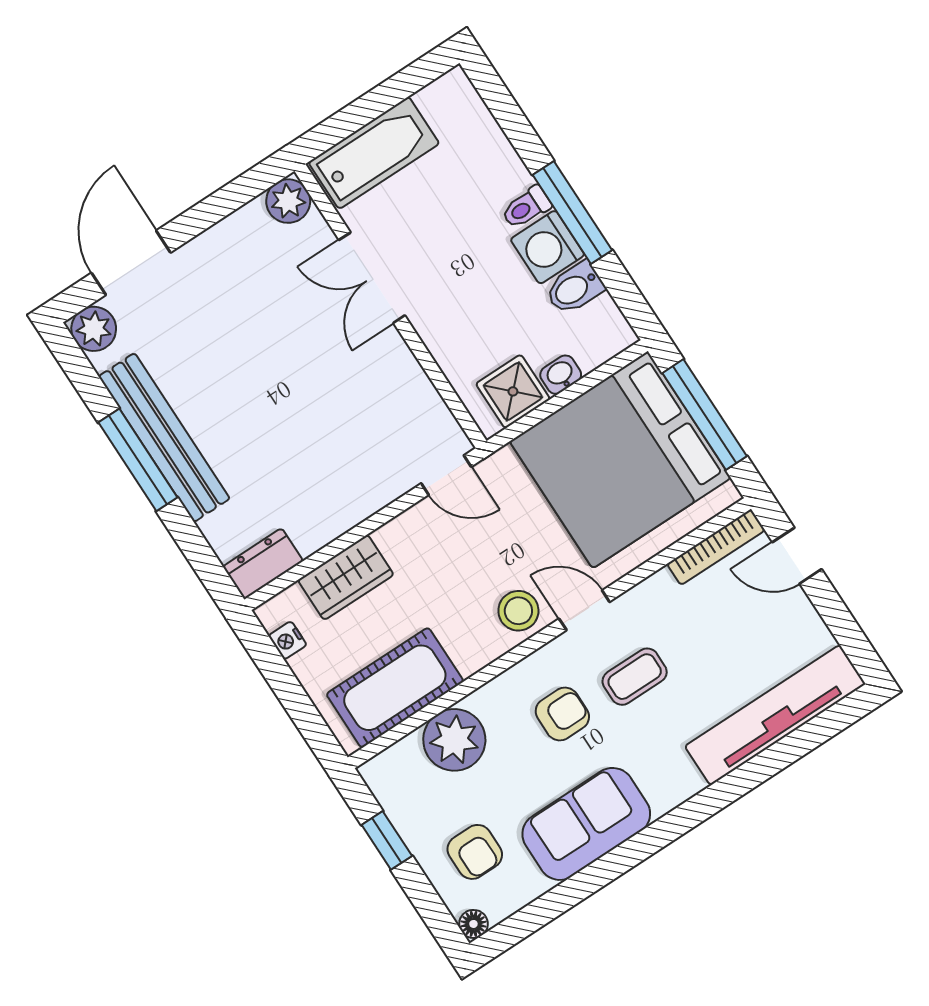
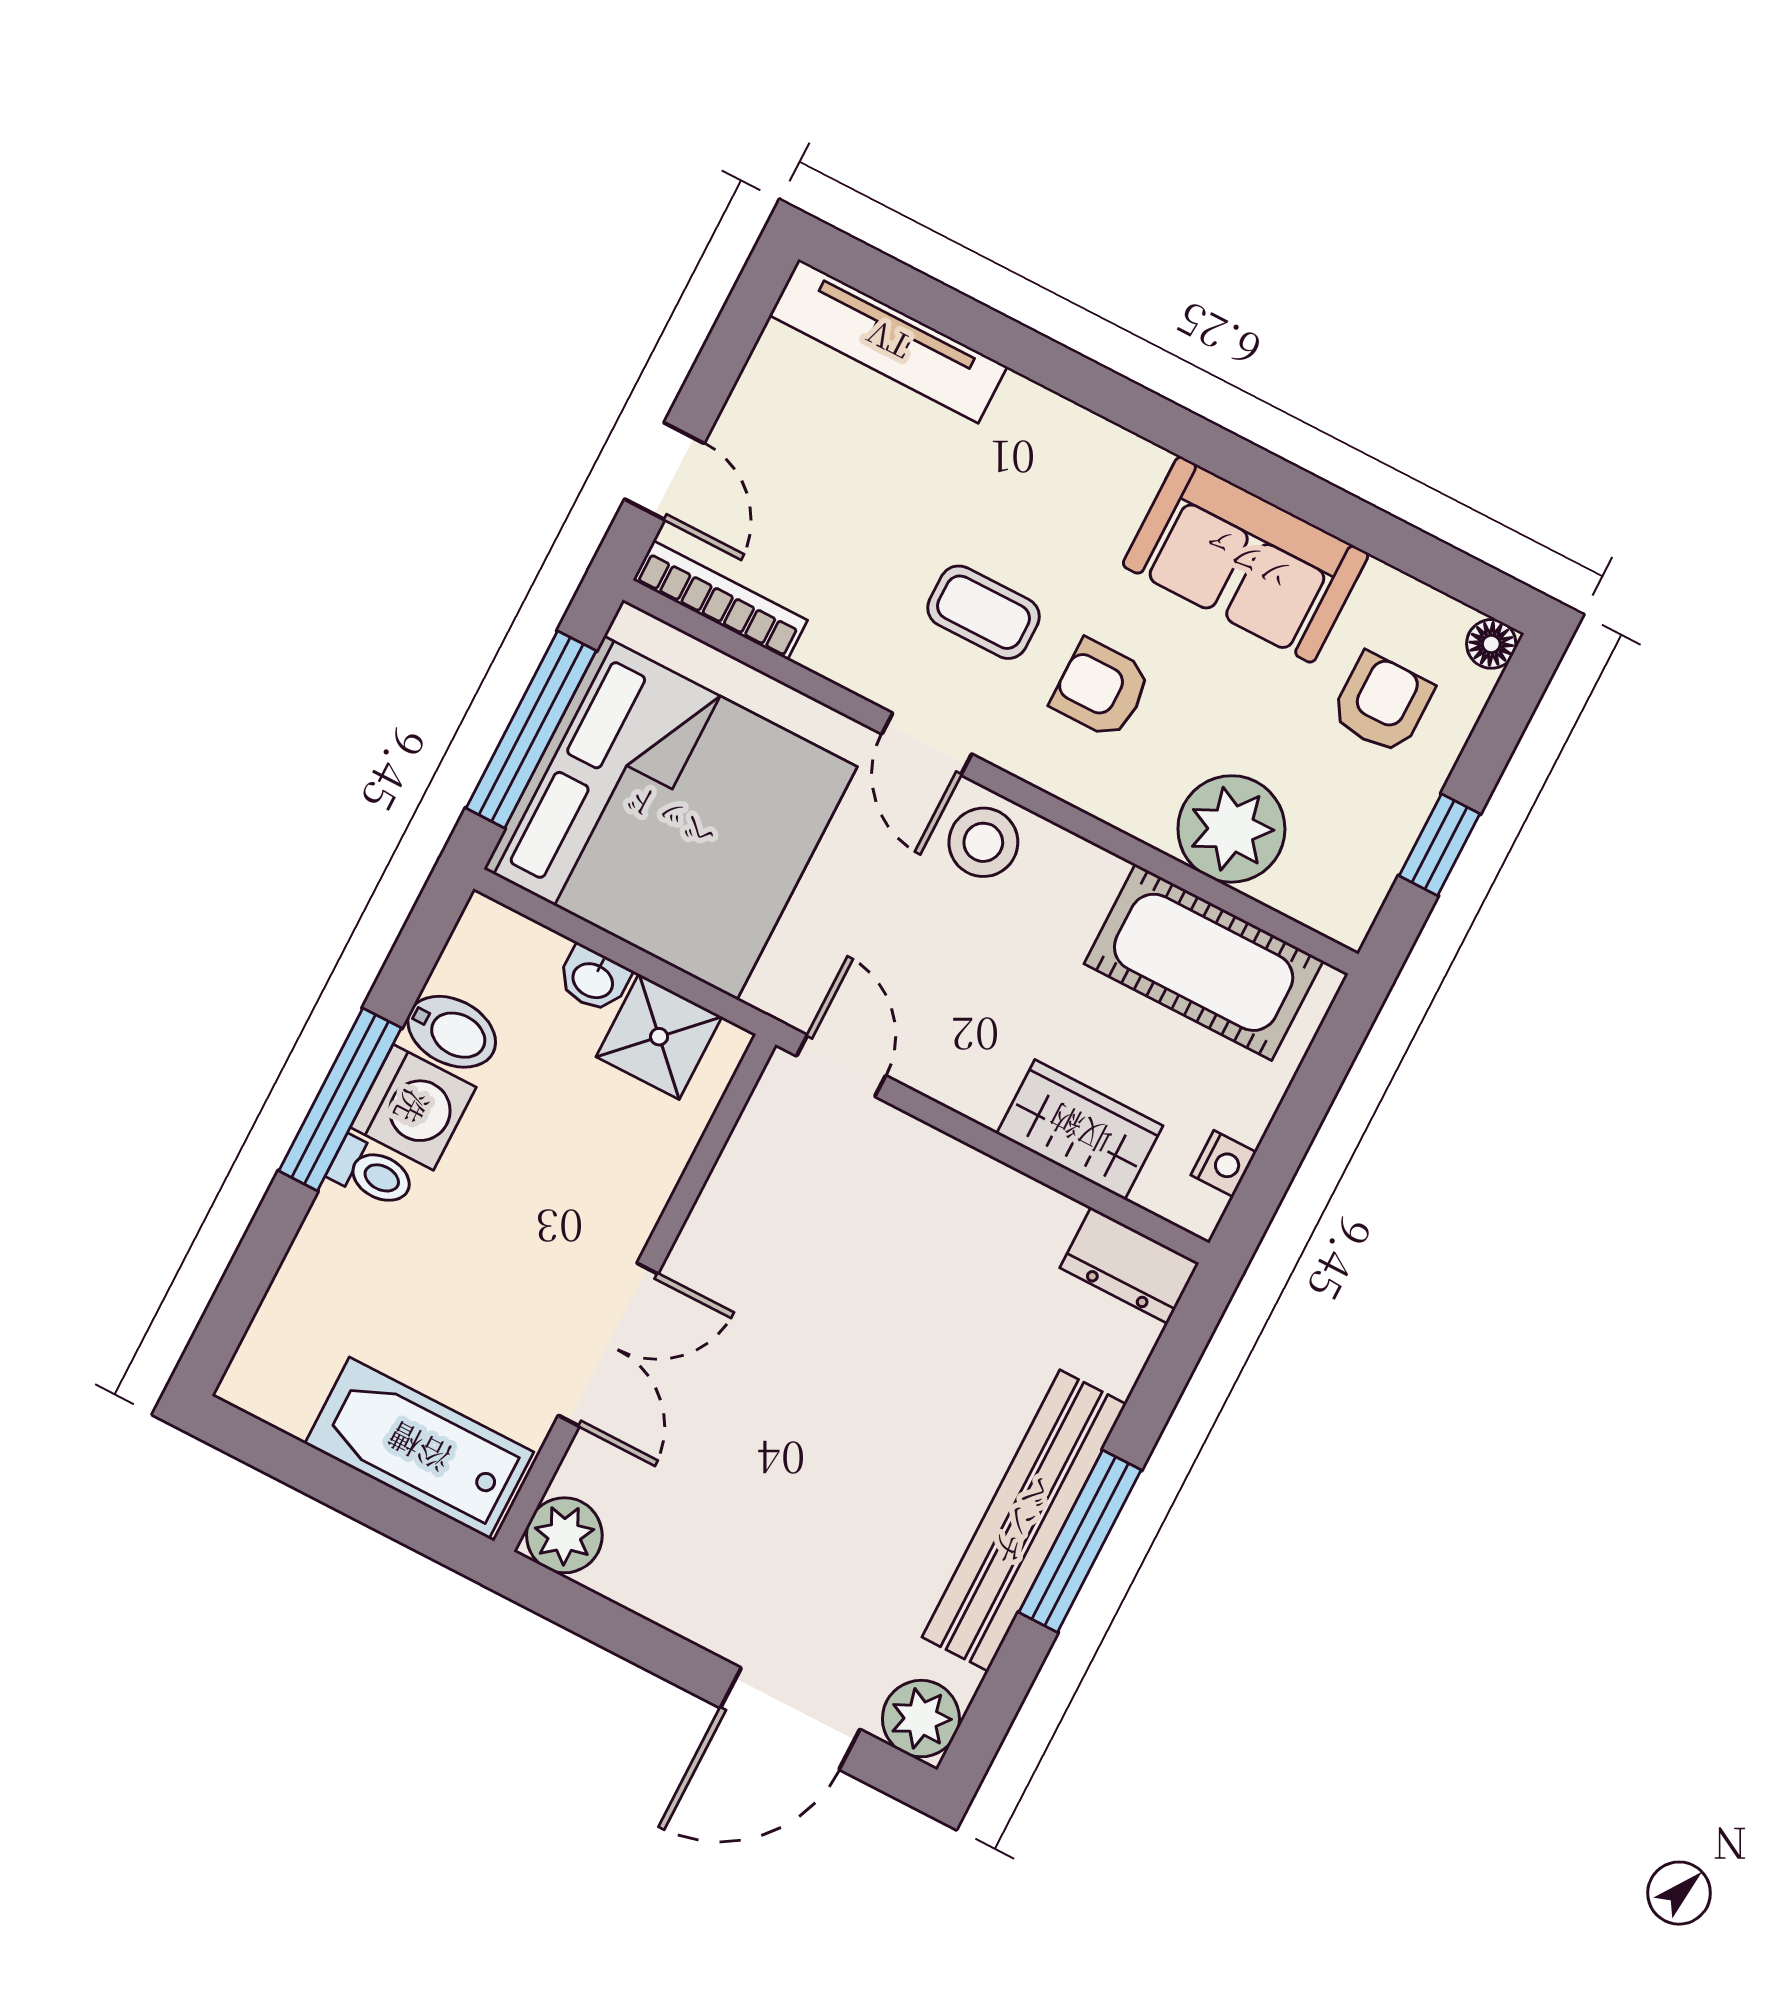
tv unit: (775, 715) -> (888, 341), width x0.73, depth x0.78

